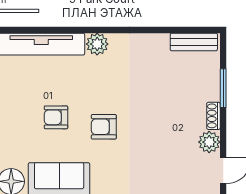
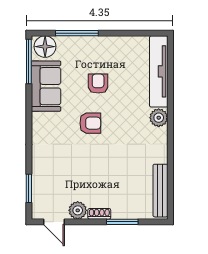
bench: (194, 42) -> (160, 191), width x1.36
armchair: (104, 127) -> (90, 123), turned 90

